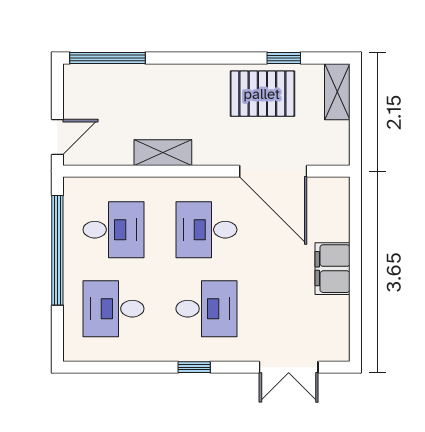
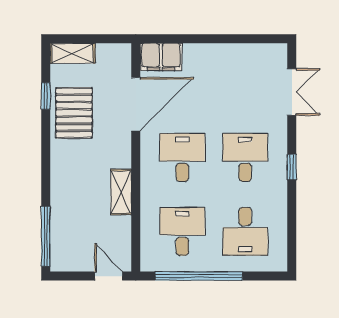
desk: (206, 230) -> (182, 157), turned 180
filing cabinet: (333, 269) -> (161, 57), moved

